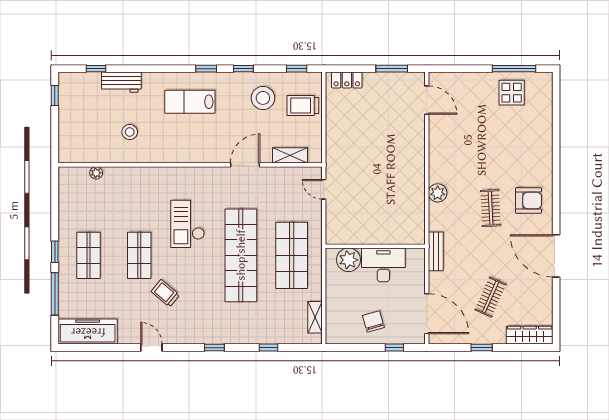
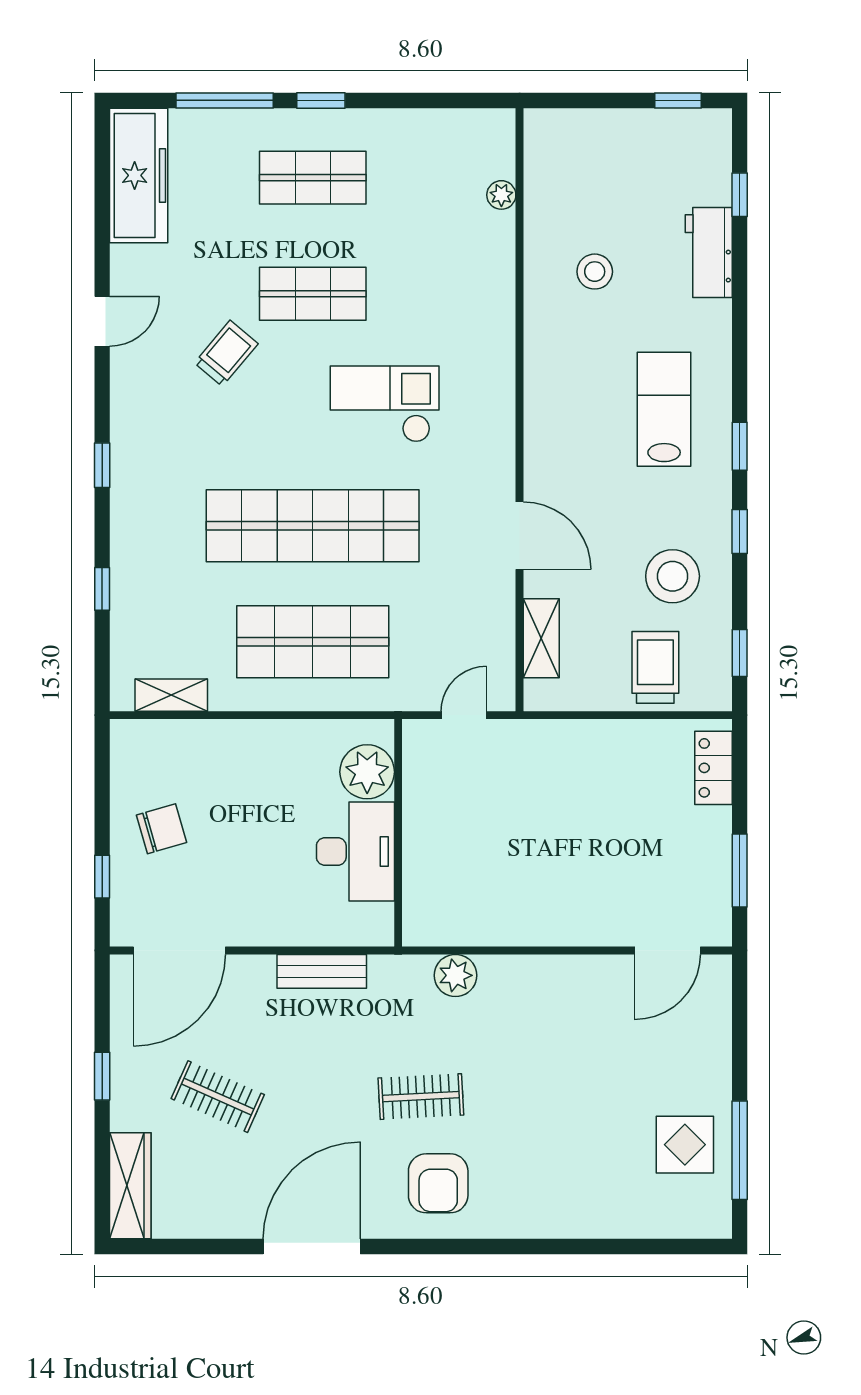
wall: (375, 246) -> (398, 833), moved
plant: (348, 260) -> (367, 772), moved
desk: (383, 265) -> (355, 852), moved

